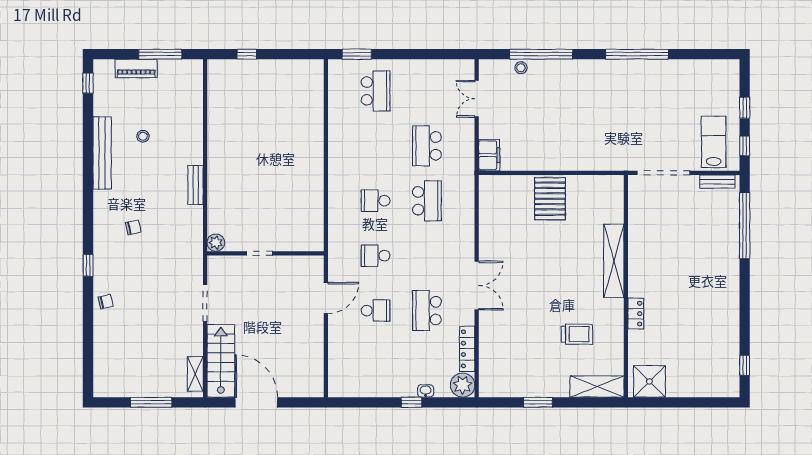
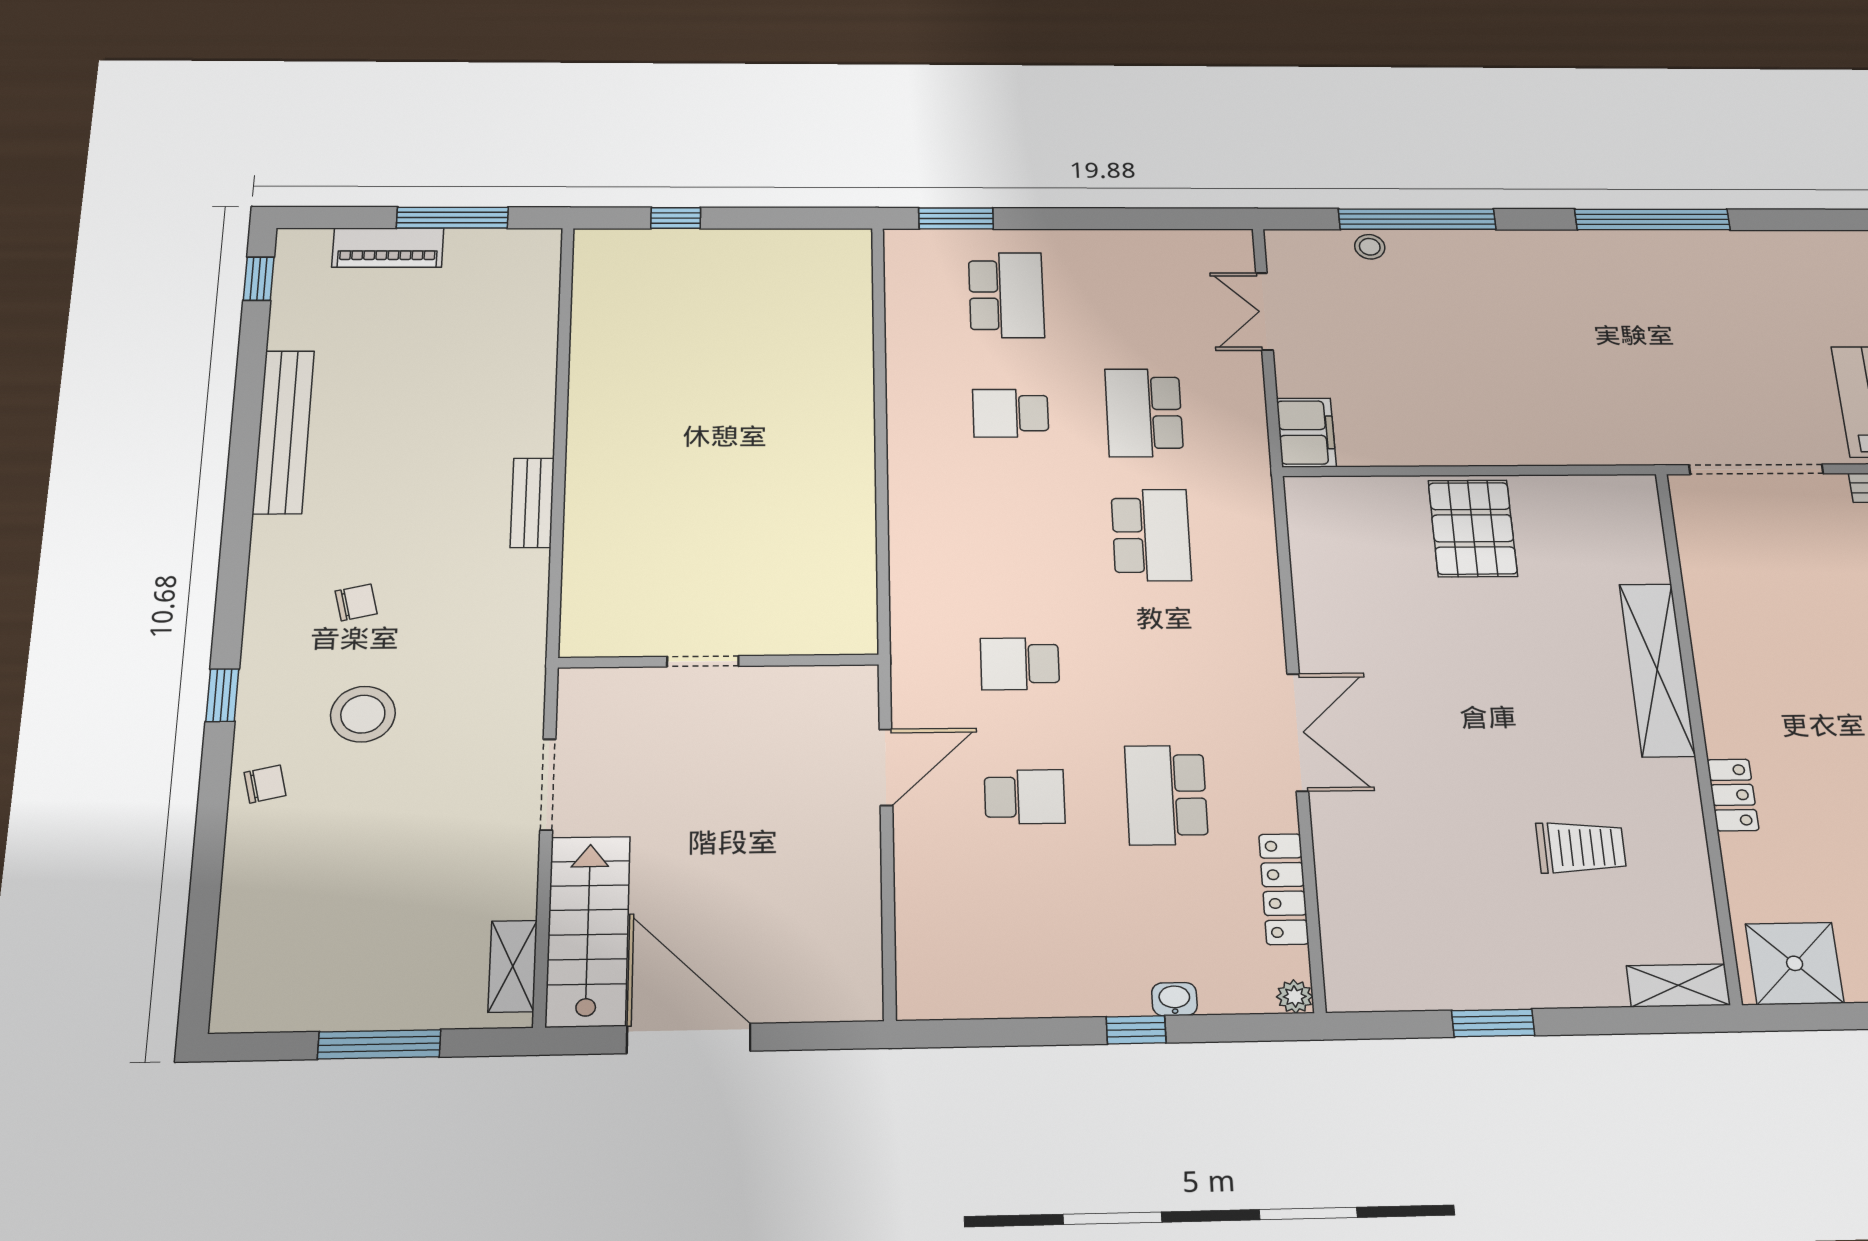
stool: (143, 136) -> (363, 714), moved, width x1.89, depth x1.89
school desk: (376, 201) -> (1011, 413), moved
plant: (216, 243) -> (583, 637), removed
plant: (463, 385) -> (1295, 997), width x0.53, depth x0.53
shelving: (597, 387) -> (1678, 985), width x0.67, depth x0.75

